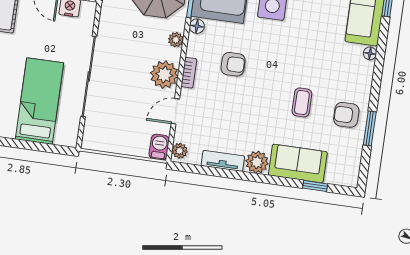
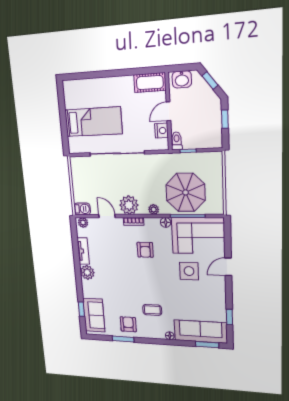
coffee table: (302, 102) -> (152, 310), moved
sofa: (298, 163) -> (94, 315), moved

